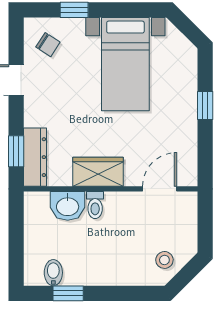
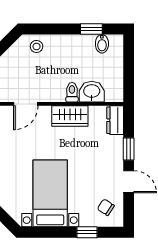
window: (16, 151) -> (129, 149), moved
dresser: (35, 157) -> (115, 120), width x0.70
stool: (164, 260) -> (37, 46), moved

